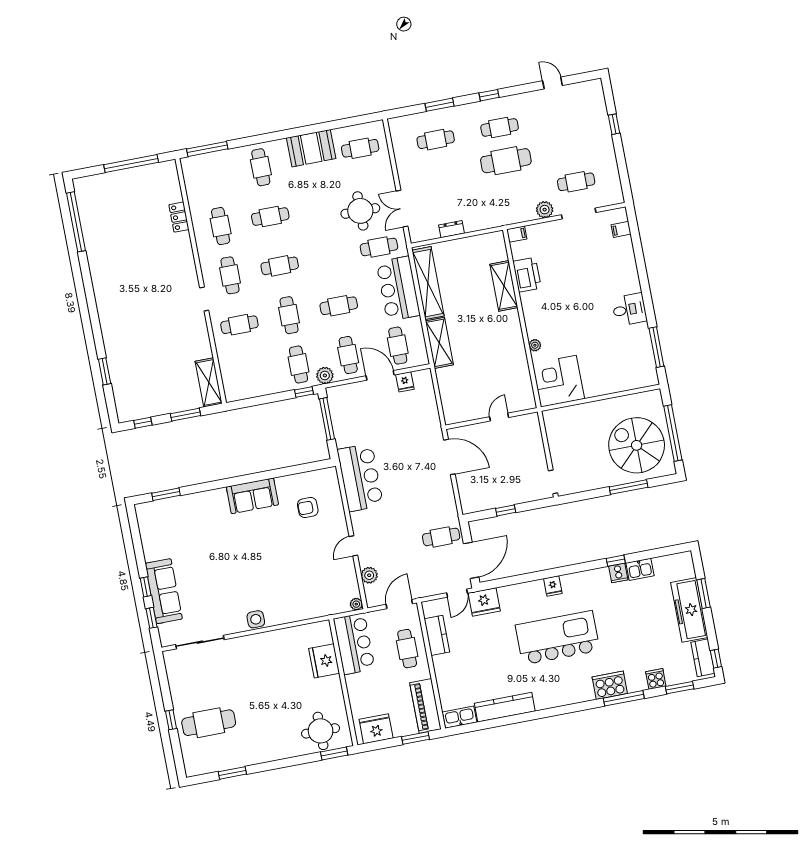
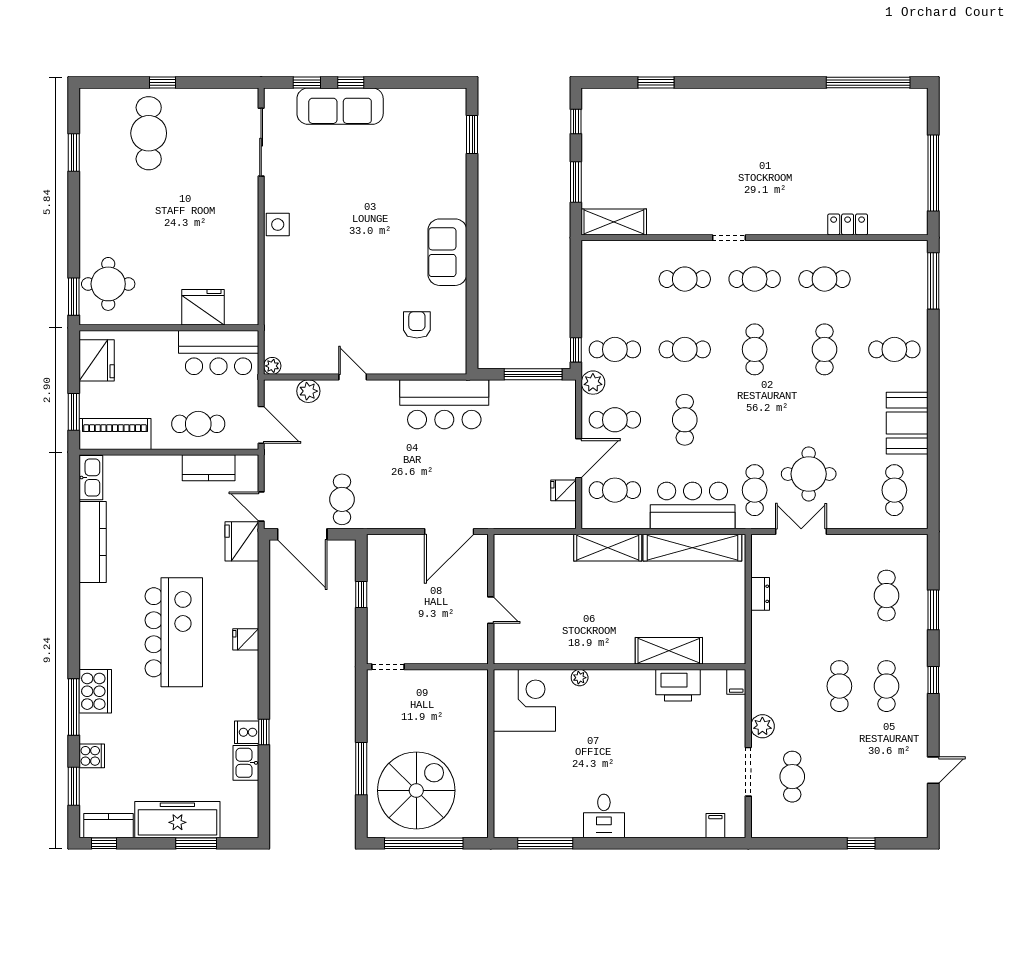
cafe table: (506, 161) -> (839, 686), width x0.73, depth x0.74
cafe table: (239, 325) -> (685, 279), turned 90

